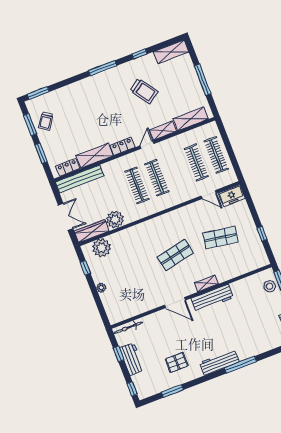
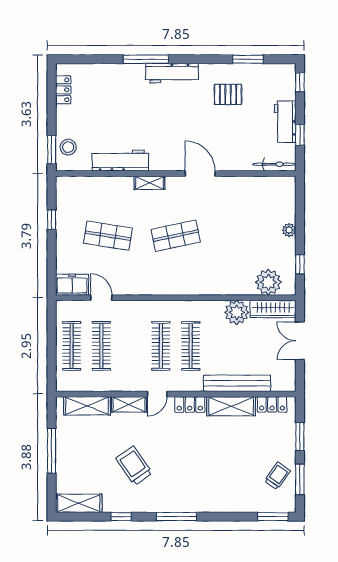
bench: (80, 179) -> (237, 383), moved
workbench: (212, 298) -> (120, 161), moved

